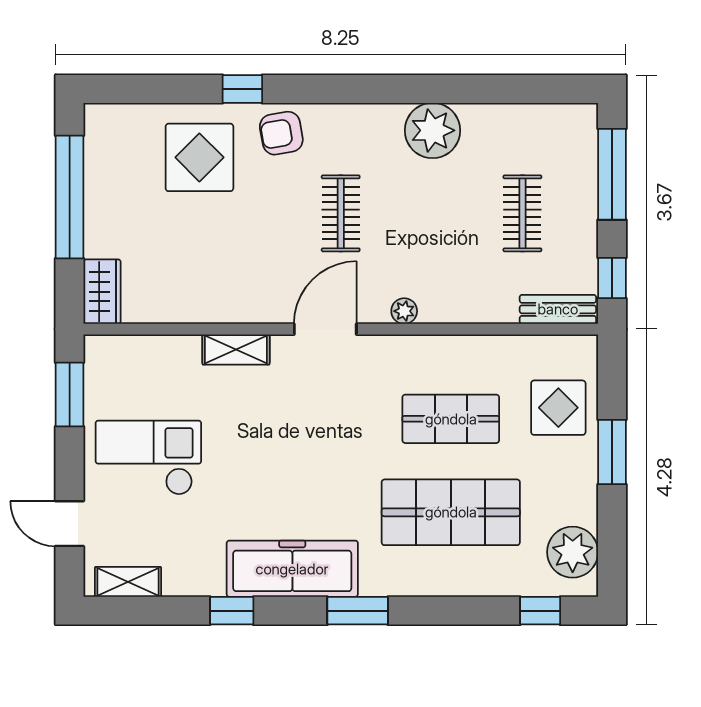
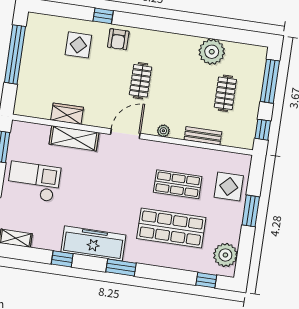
plant: (432, 130) -> (212, 52), moved
armchair: (281, 133) -> (118, 39), turned -80
display table: (199, 157) -> (78, 45), width x0.73, depth x0.73
wardrobe: (102, 292) -> (67, 114), moved, turned -90
bench: (558, 309) -> (203, 136), moved
shelving: (236, 349) -> (74, 138), width x1.50, depth x1.33

